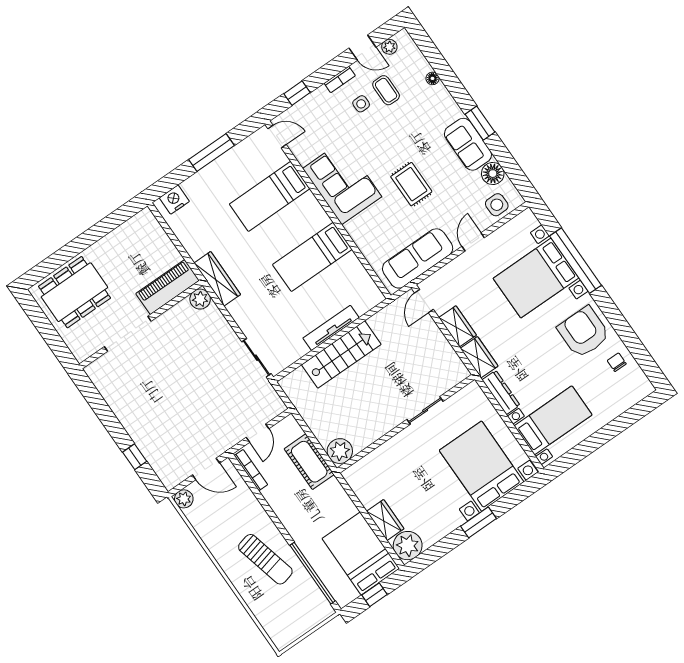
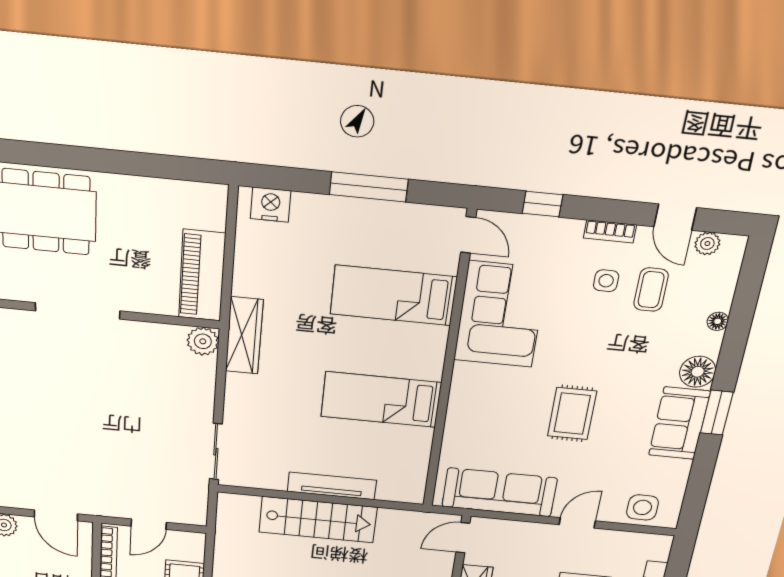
floor lamp: (493, 174) -> (698, 372), moved
corner sofa: (342, 183) -> (500, 315), moved
piano: (168, 287) -> (202, 276), moved, turned -90

